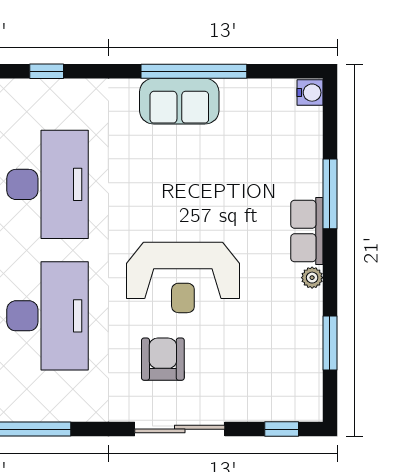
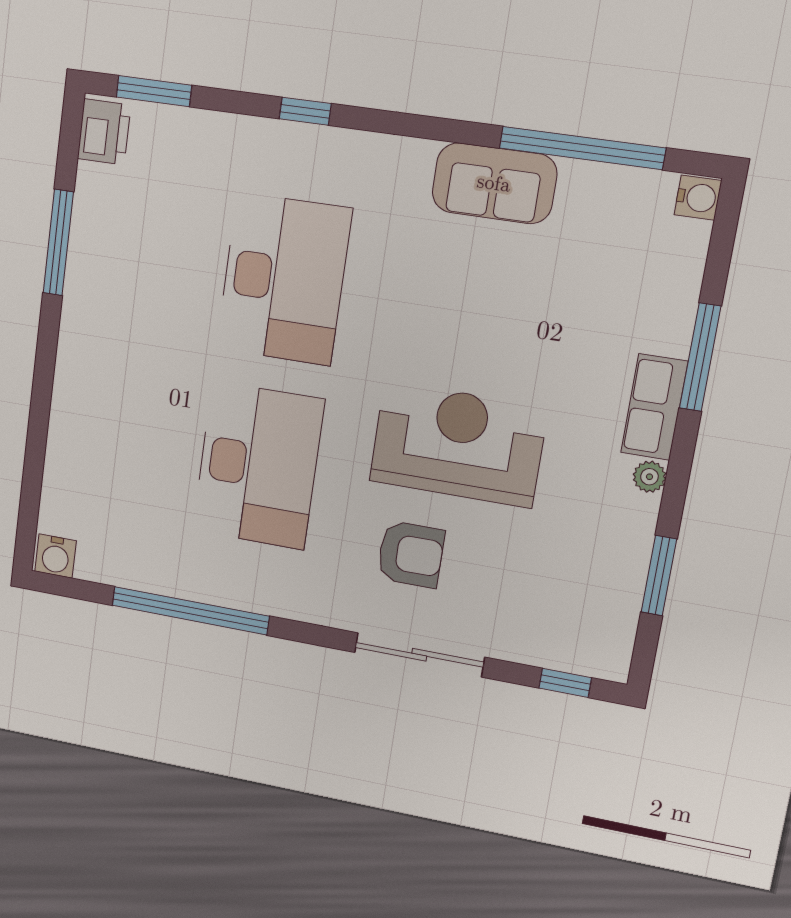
window: (194, 71) -> (582, 148), moved
reception desk: (183, 277) -> (458, 444), turned 180
armchair: (163, 359) -> (411, 554), turned 90

